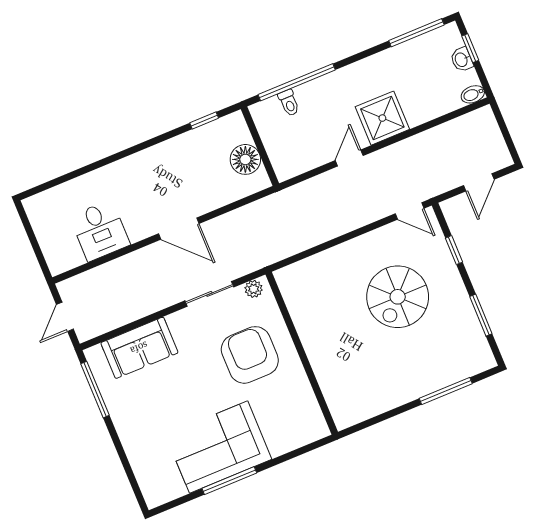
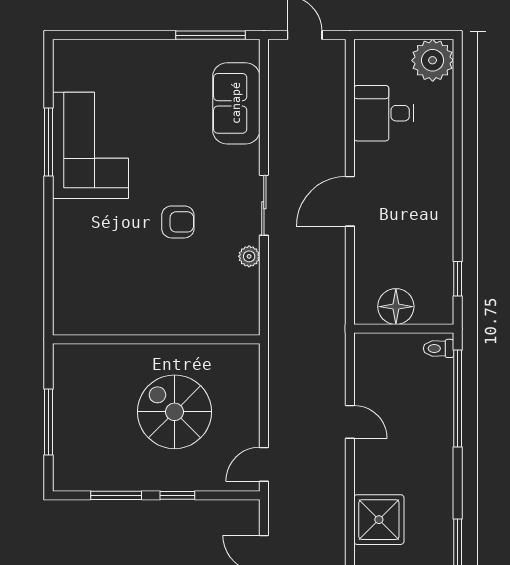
toilet: (289, 103) -> (438, 348), moved
shower: (382, 118) -> (379, 520), moved
plant: (43, 210) -> (433, 60), added
window: (454, 250) -> (177, 495), moved
wall: (302, 353) -> (156, 339), moved
armchair: (250, 355) -> (178, 222), width x0.53, depth x0.53

